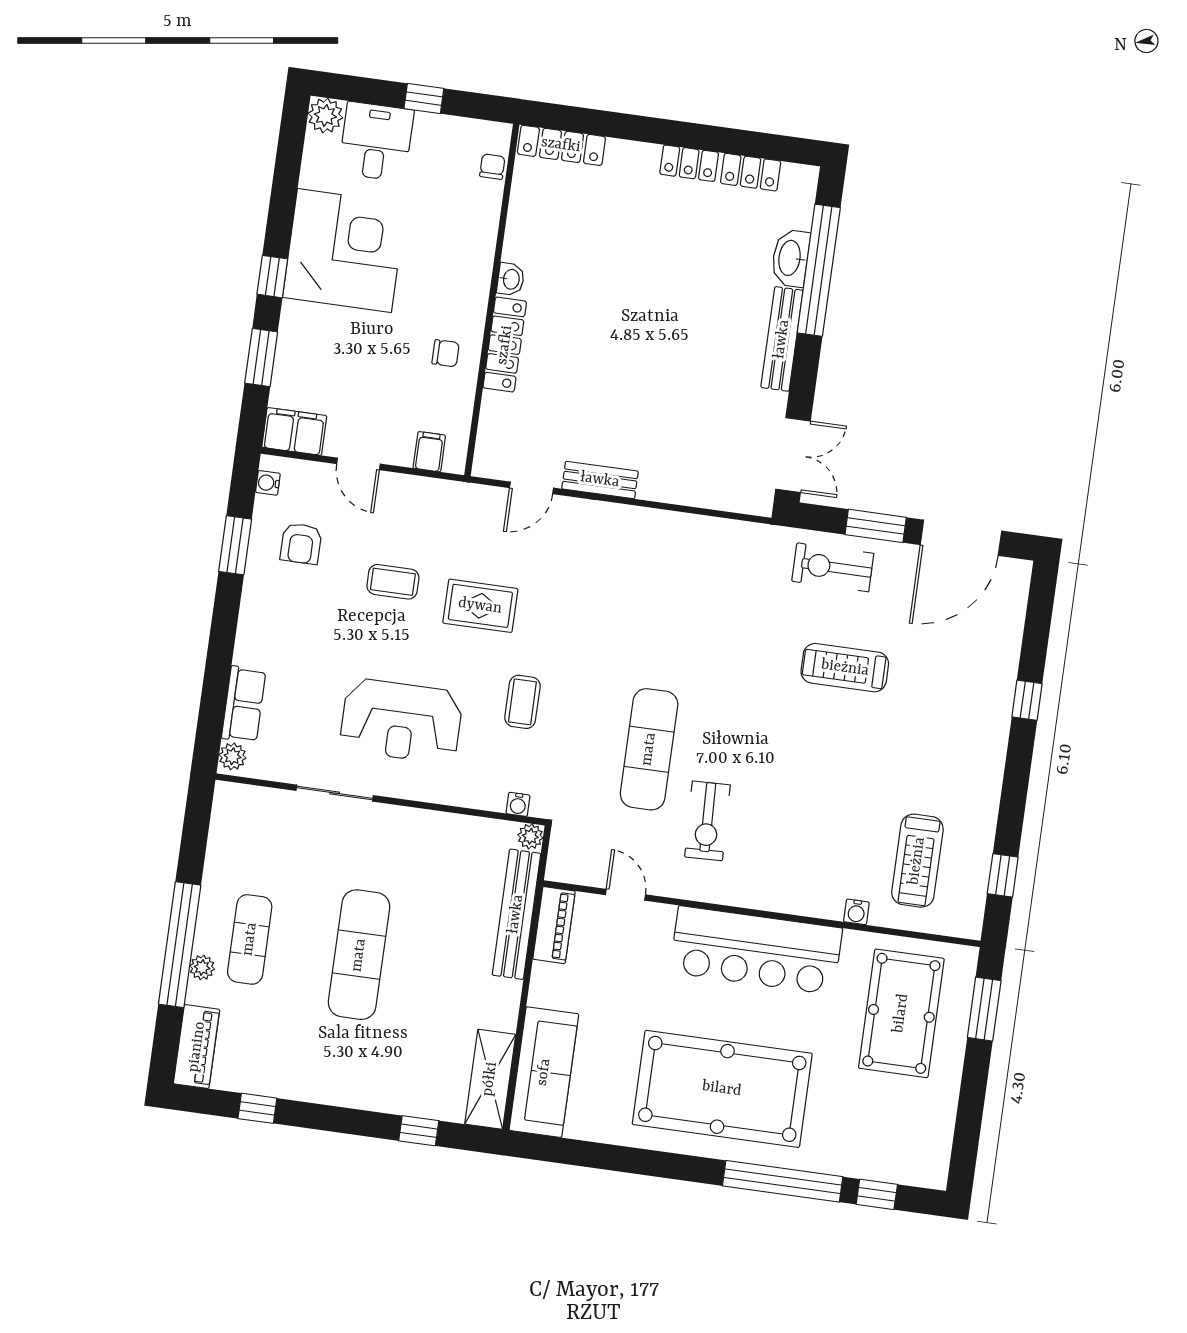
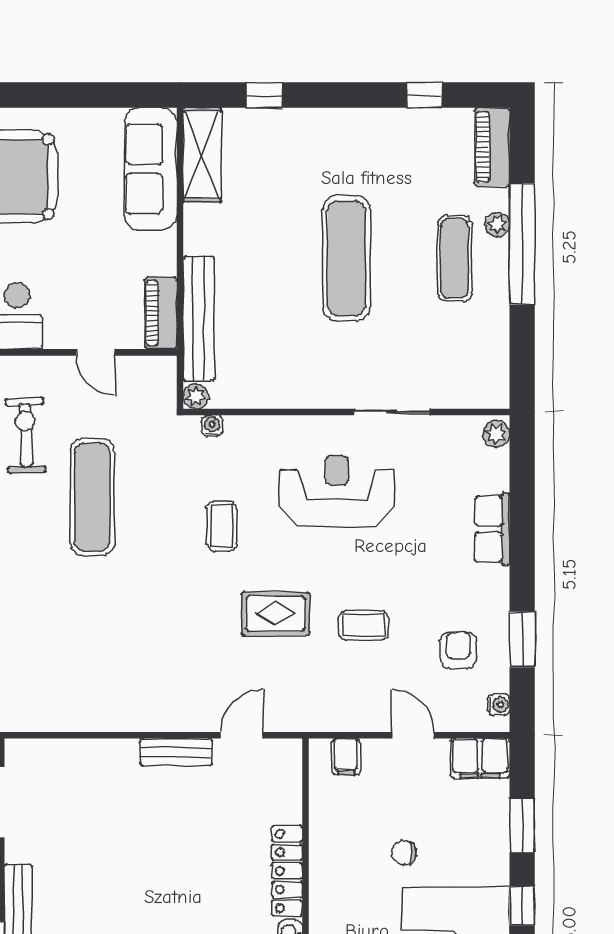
chair: (446, 353) -> (404, 853), moved
row of seats: (244, 704) -> (492, 529), moved

